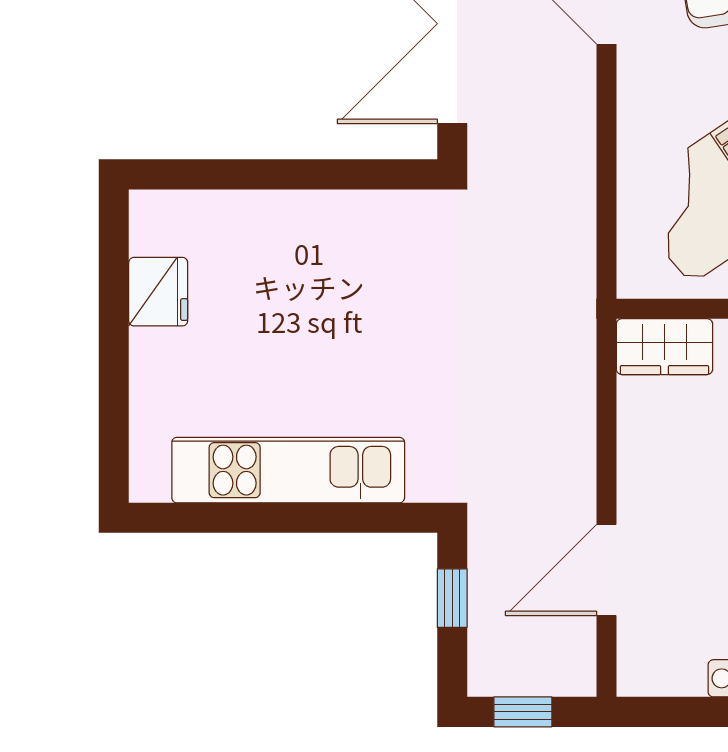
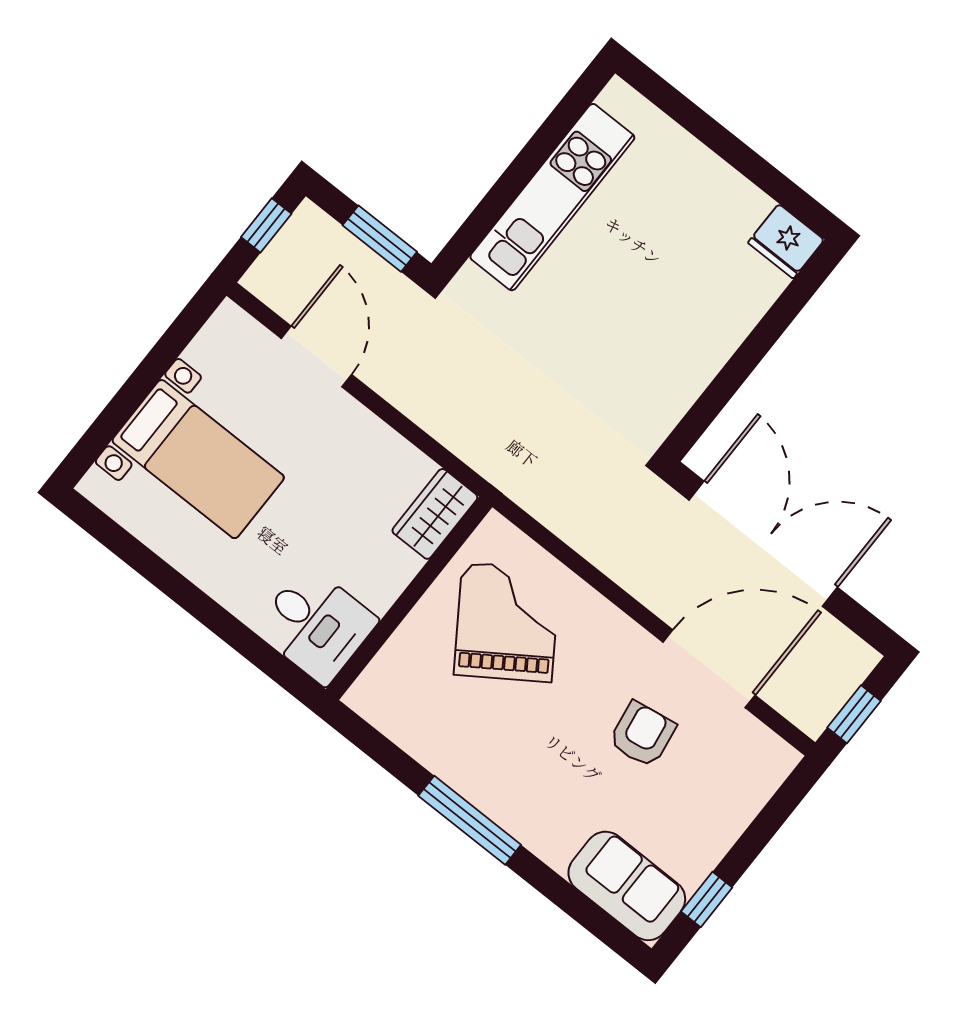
fridge: (158, 292) -> (786, 241), moved
window: (452, 598) -> (380, 239), width x1.50

